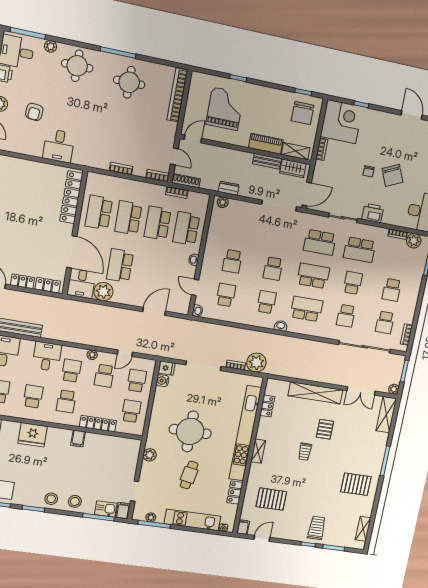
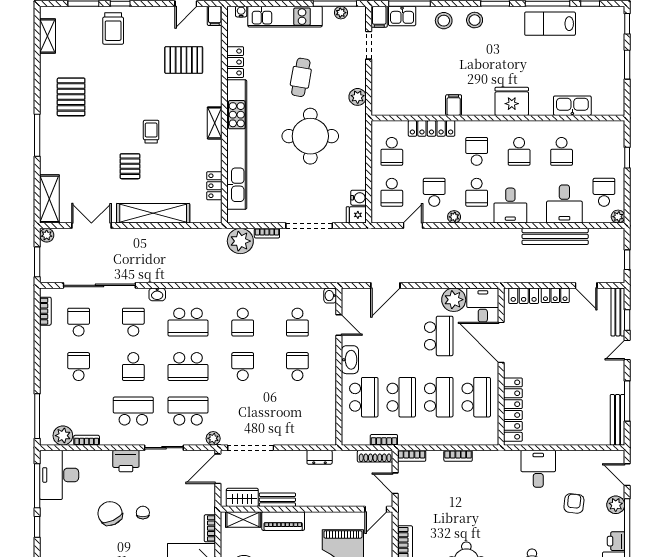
plant: (223, 202) -> (213, 438), moved
washbasin: (194, 260) -> (350, 360), width x1.91, depth x1.45
washbasin: (281, 326) -> (157, 294), moved
pallet: (356, 484) -> (71, 97), turned 90

